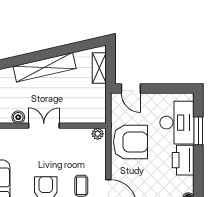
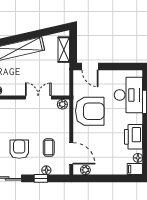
double door: (44, 126) -> (38, 98), moved
printer: (183, 160) -> (134, 137), moved

